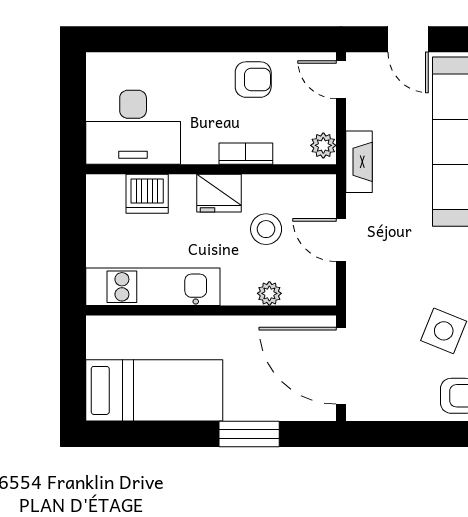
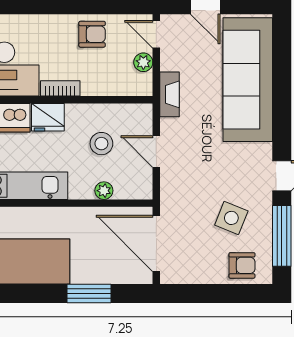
plant: (323, 145) -> (143, 62), moved
bookcase: (246, 154) -> (60, 88), moved
fridge: (219, 193) -> (48, 117), moved

